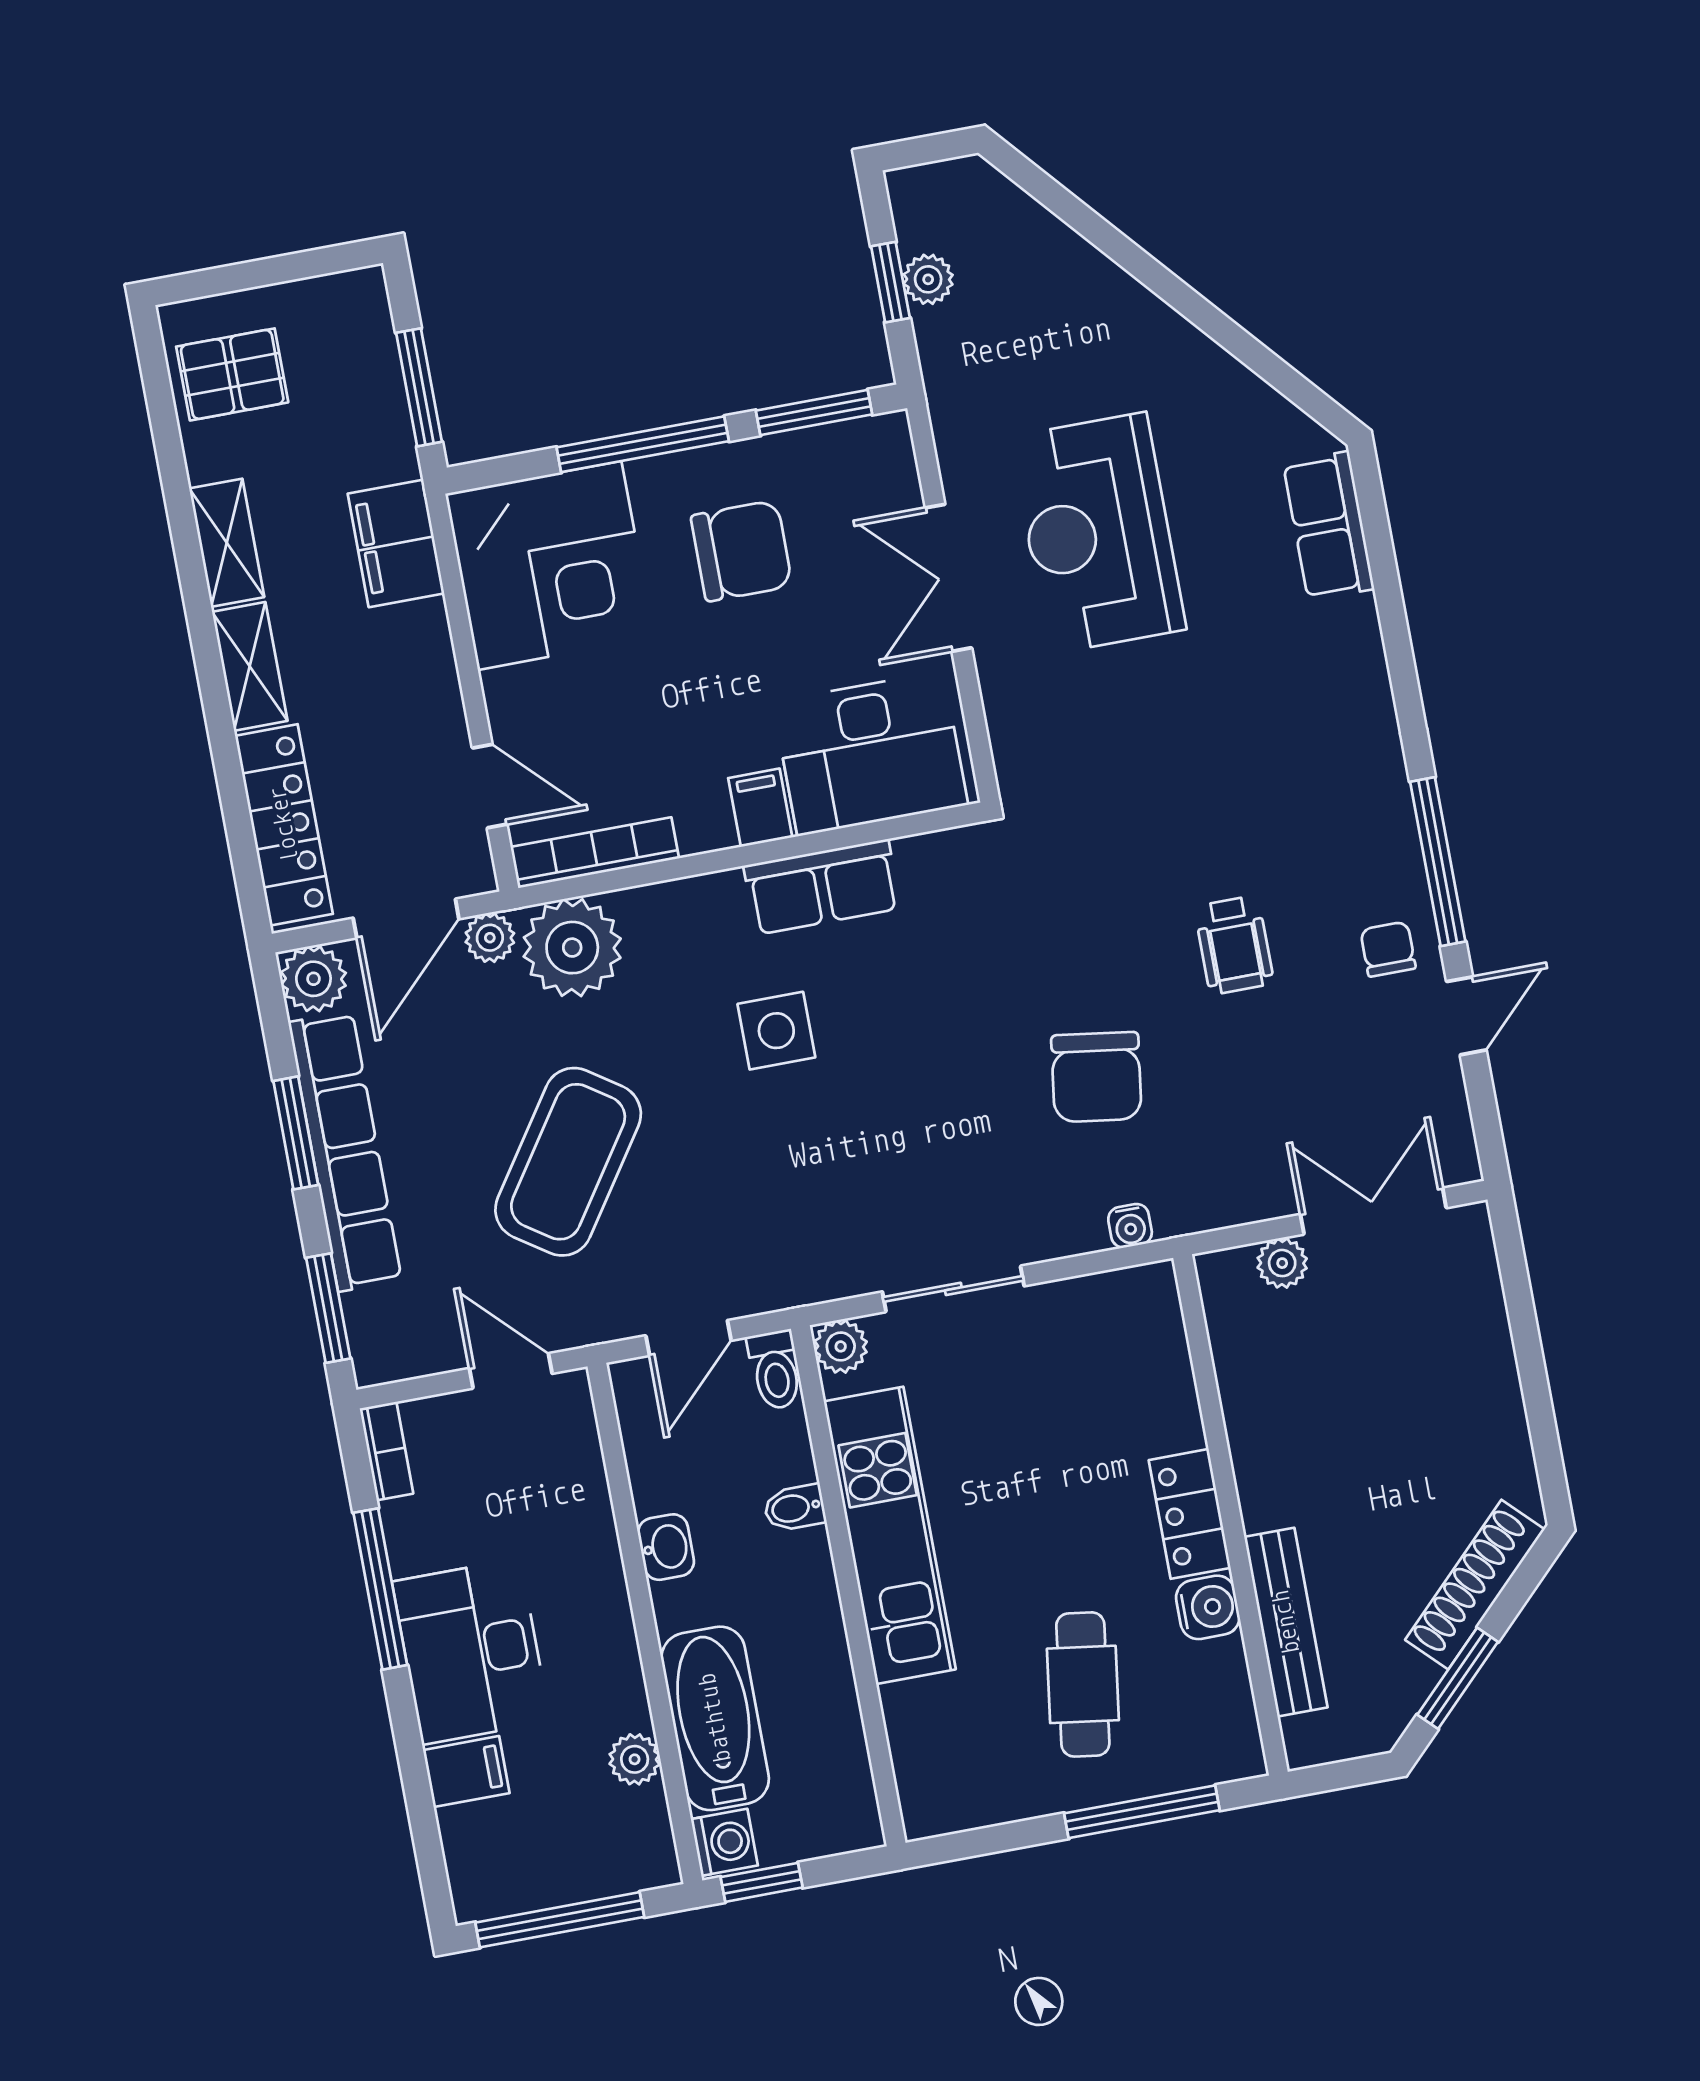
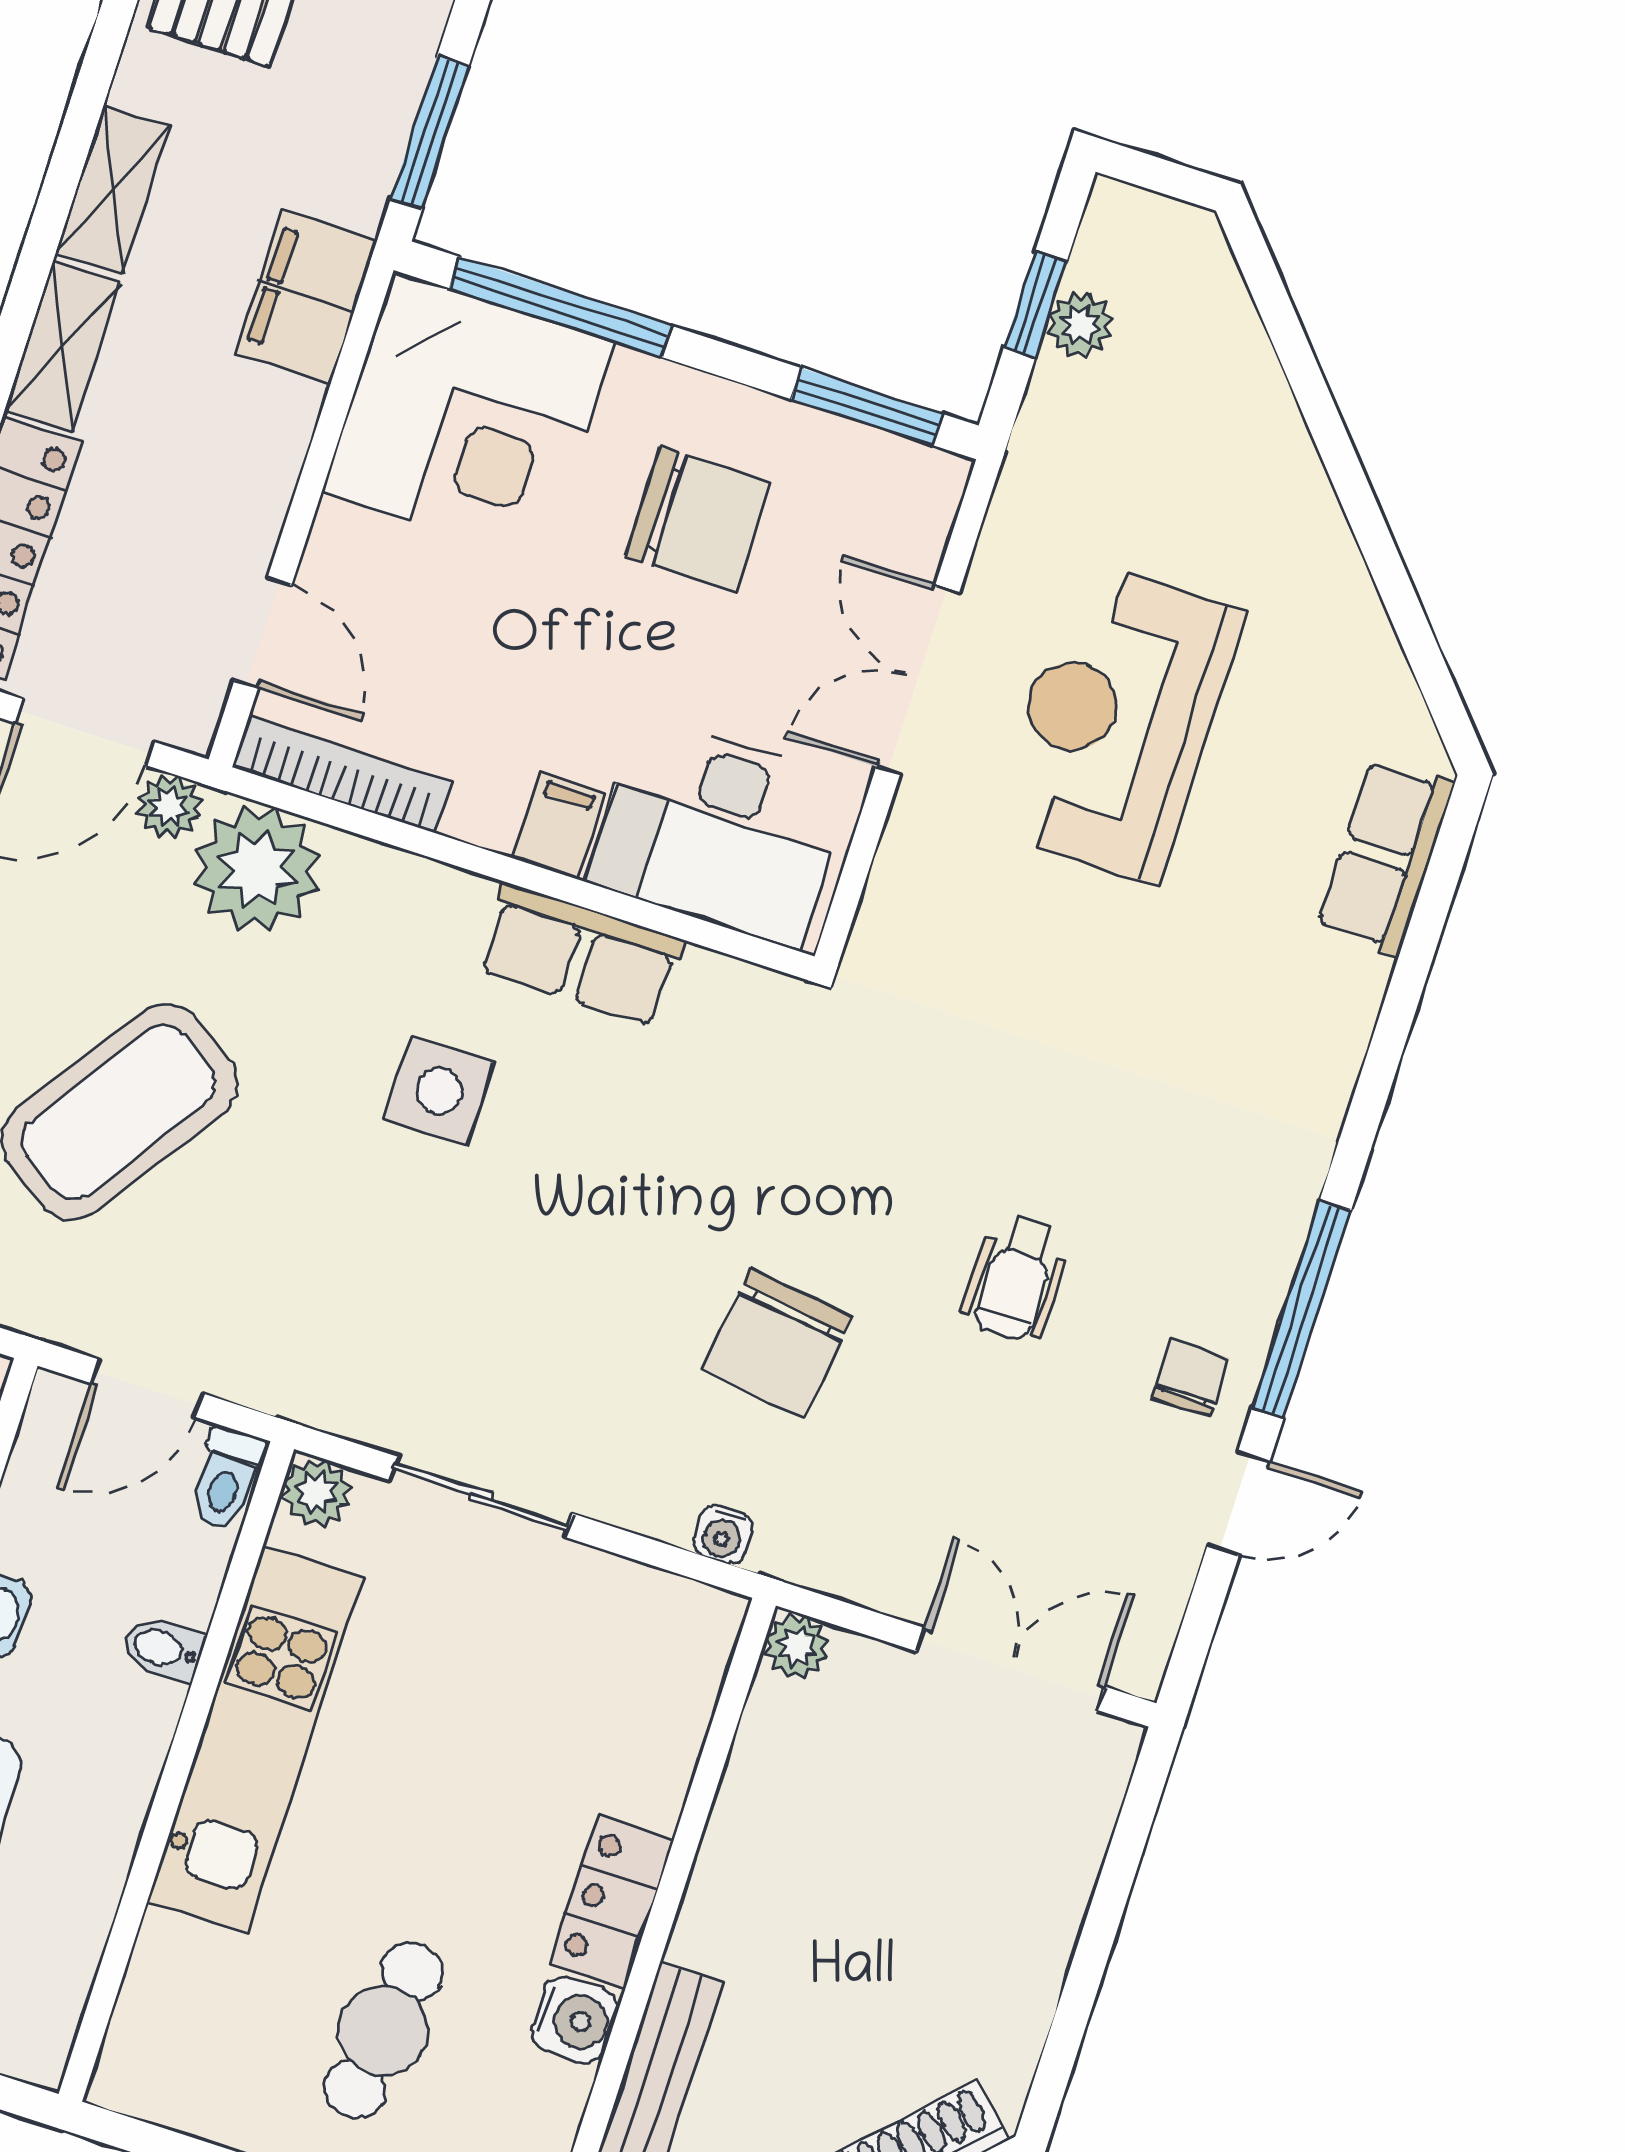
window: (643, 444) -> (560, 307), moved
plant: (1282, 1263) -> (797, 1647), moved

